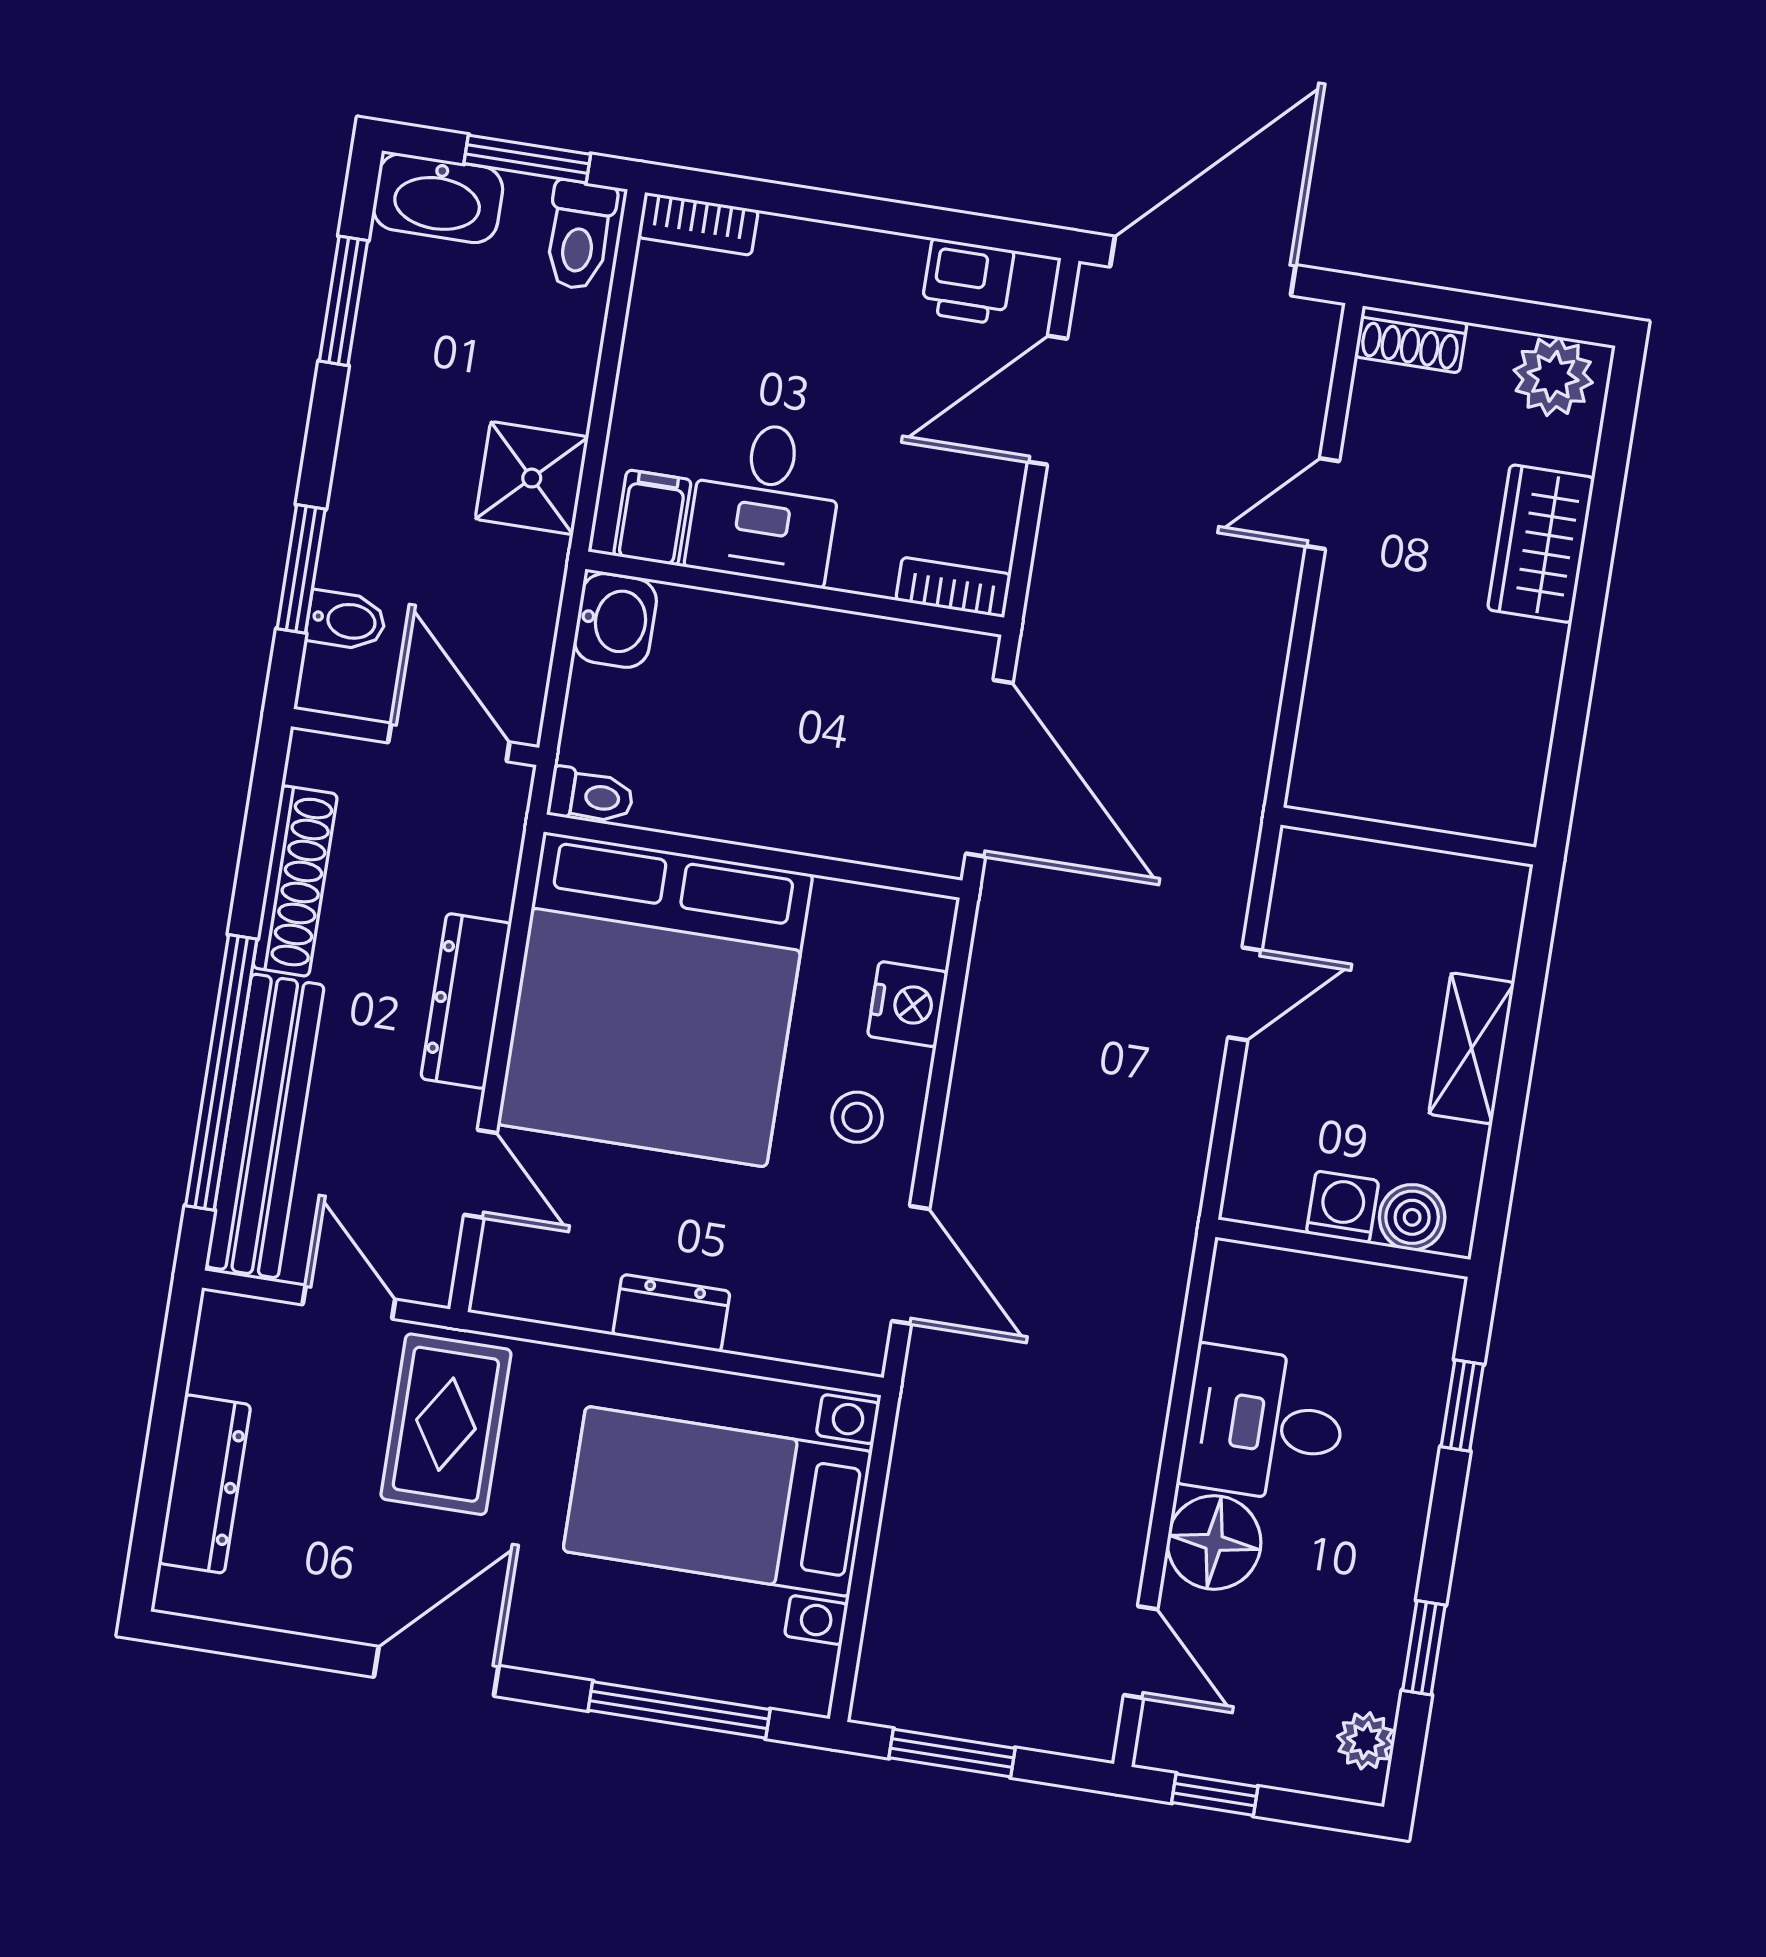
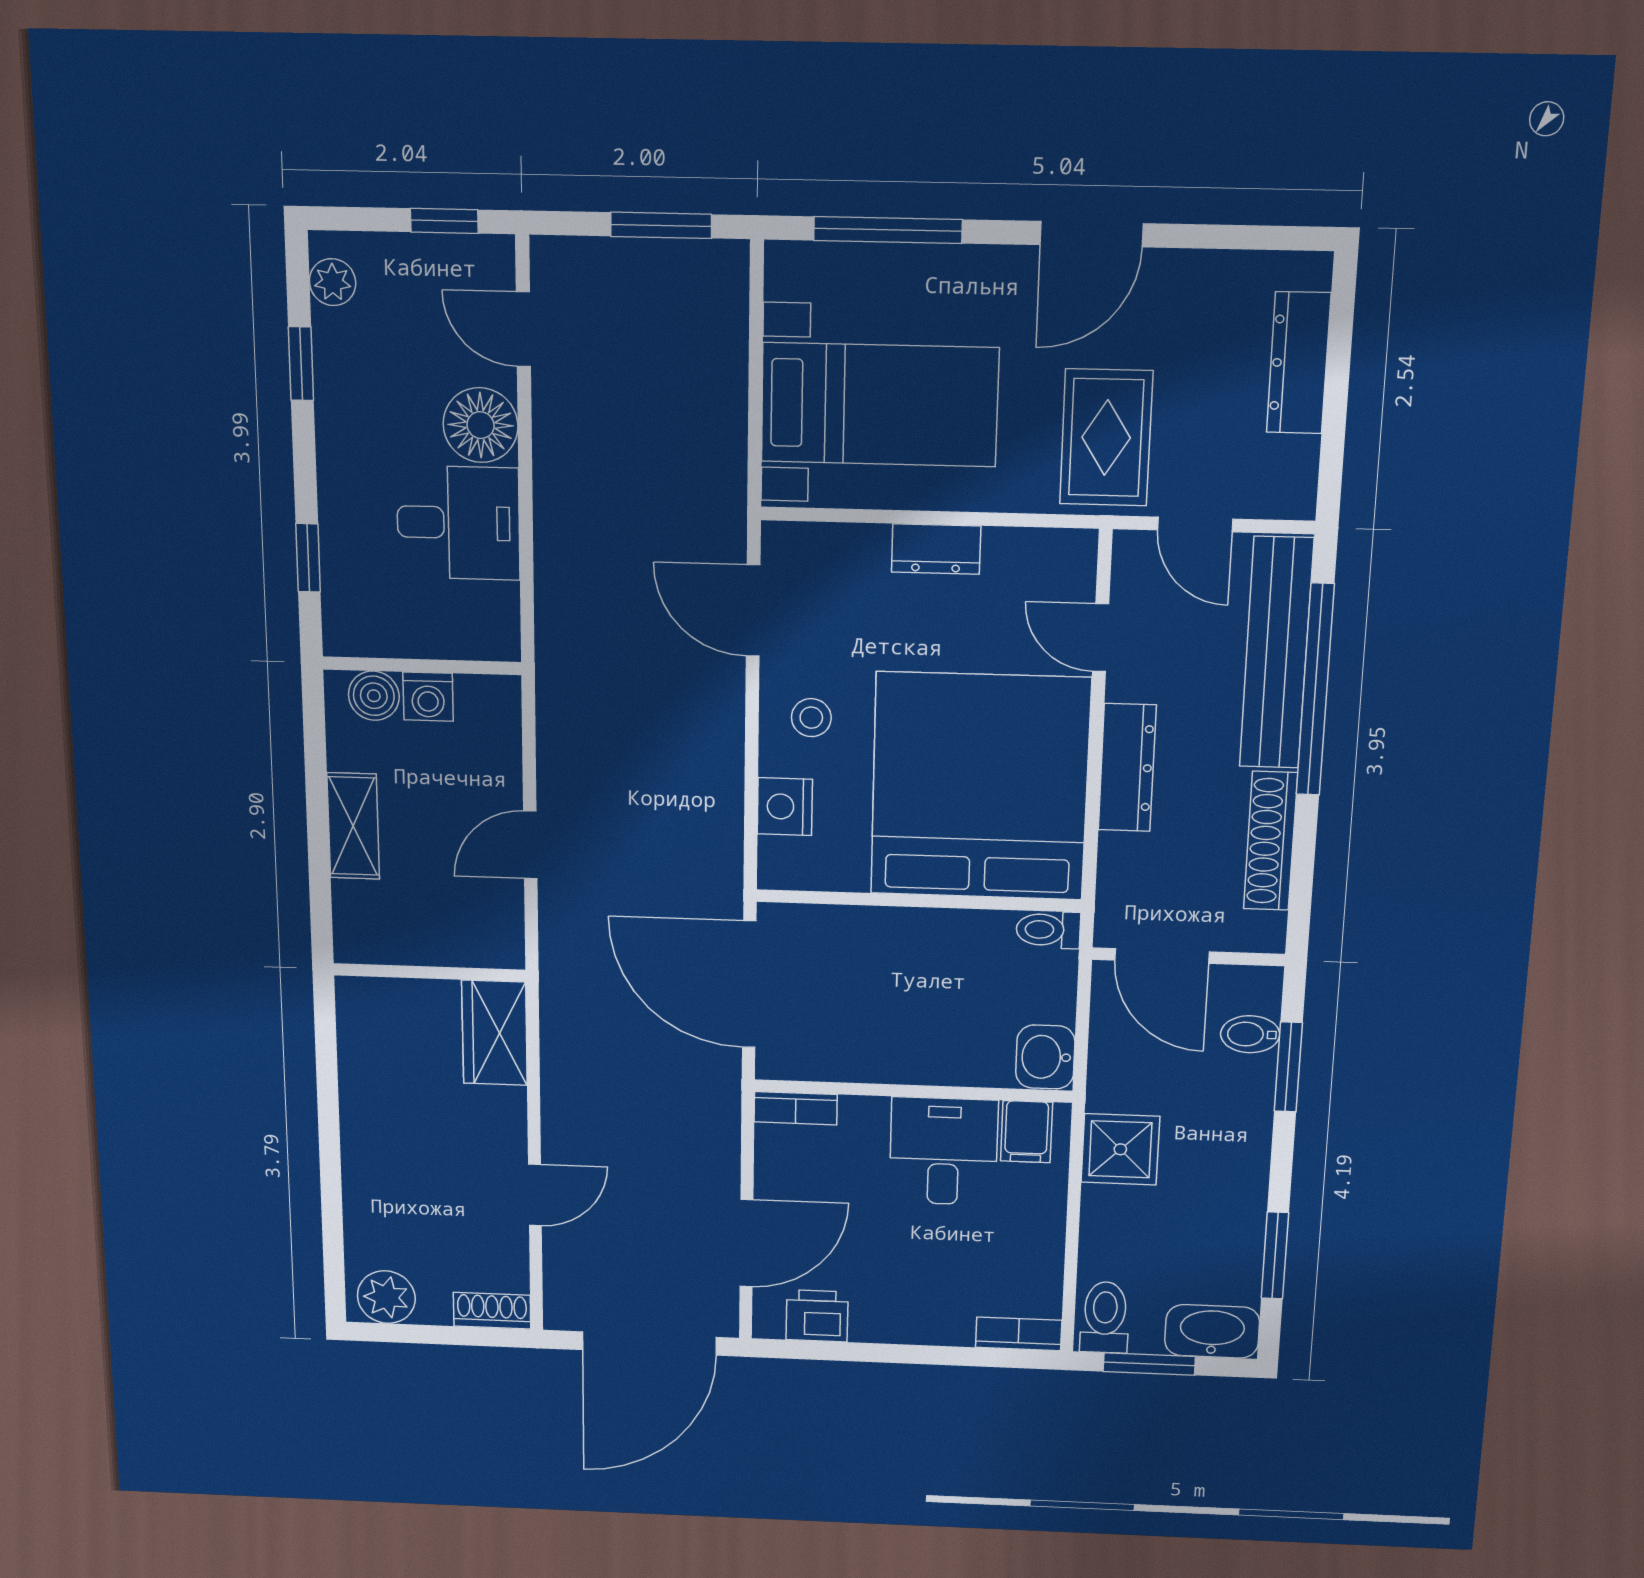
wardrobe: (1541, 544) -> (495, 1033), moved, turned 180

